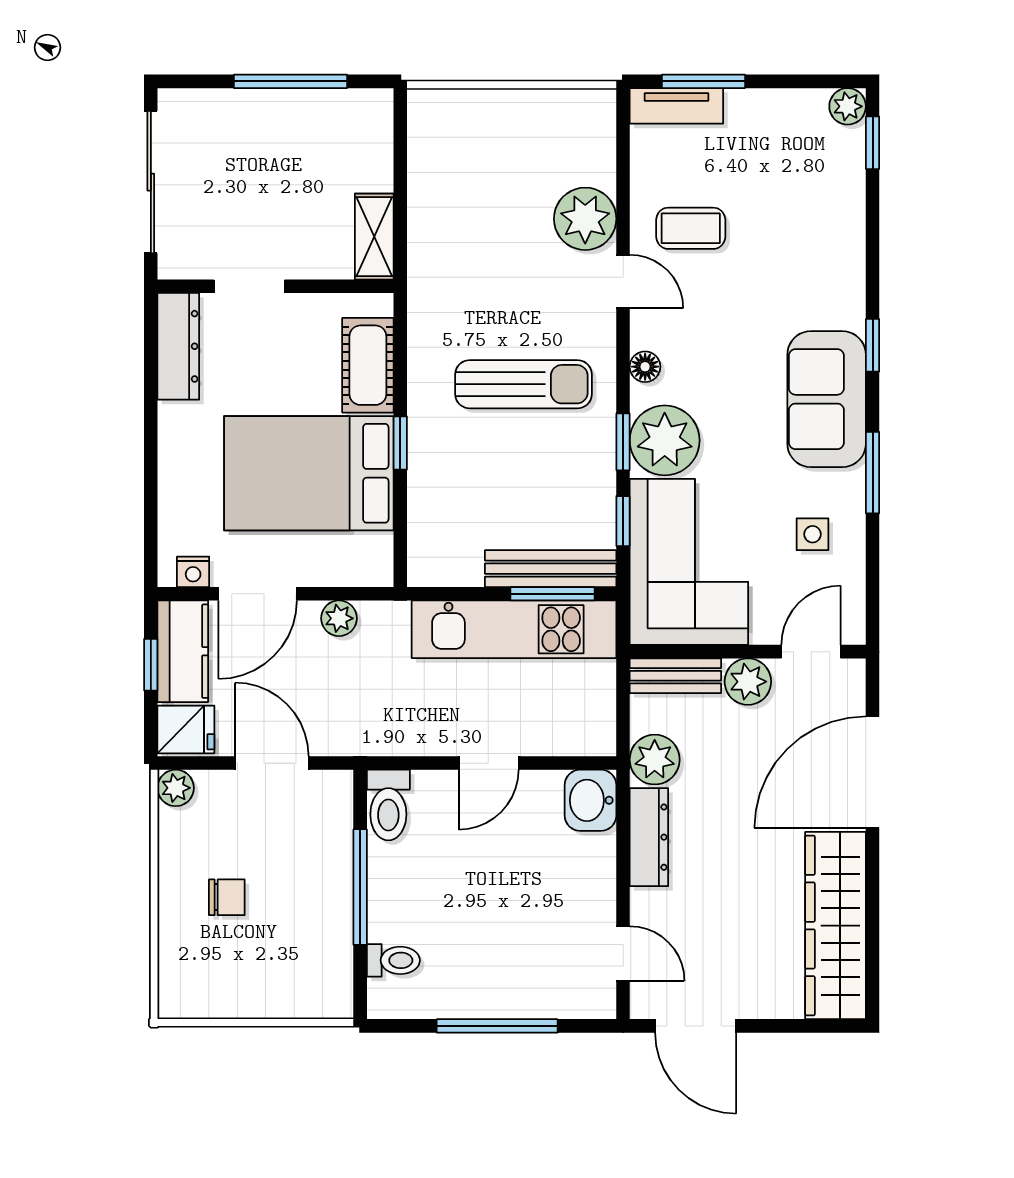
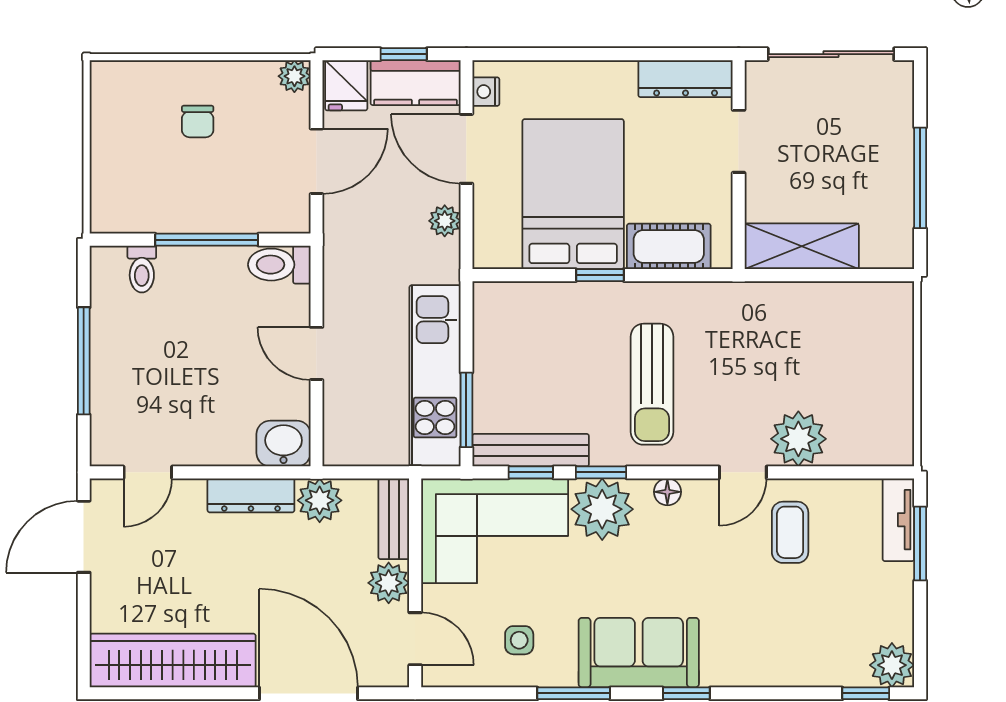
plant: (848, 106) -> (892, 665), width x1.38, depth x1.38
shelving: (374, 237) -> (802, 246), width x1.50, depth x1.33
bench: (551, 569) -> (531, 450), moved, turned 90

